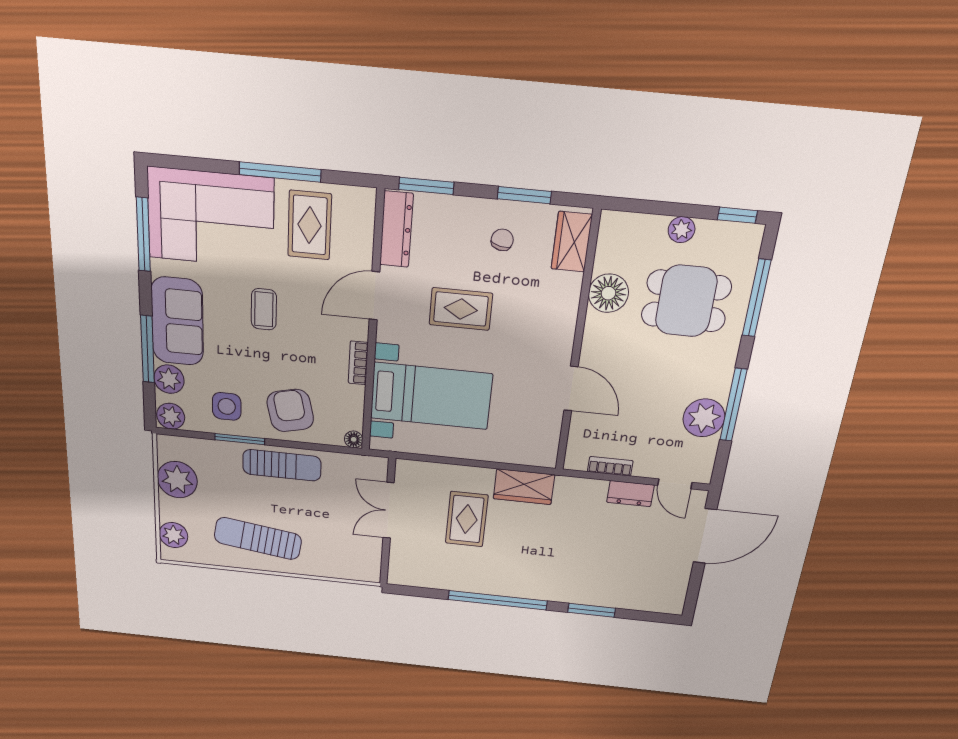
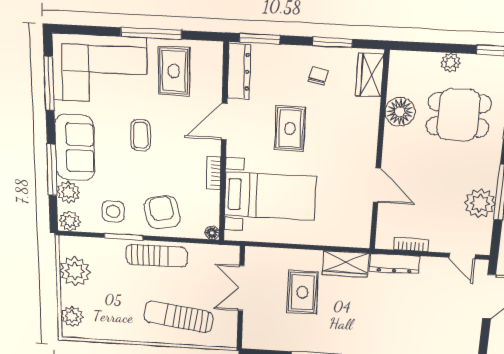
rug: (461, 309) -> (290, 128), turned 90
dresser: (630, 494) -> (395, 264), moved, width x1.44
sun lounger: (258, 539) -> (179, 317), moved

